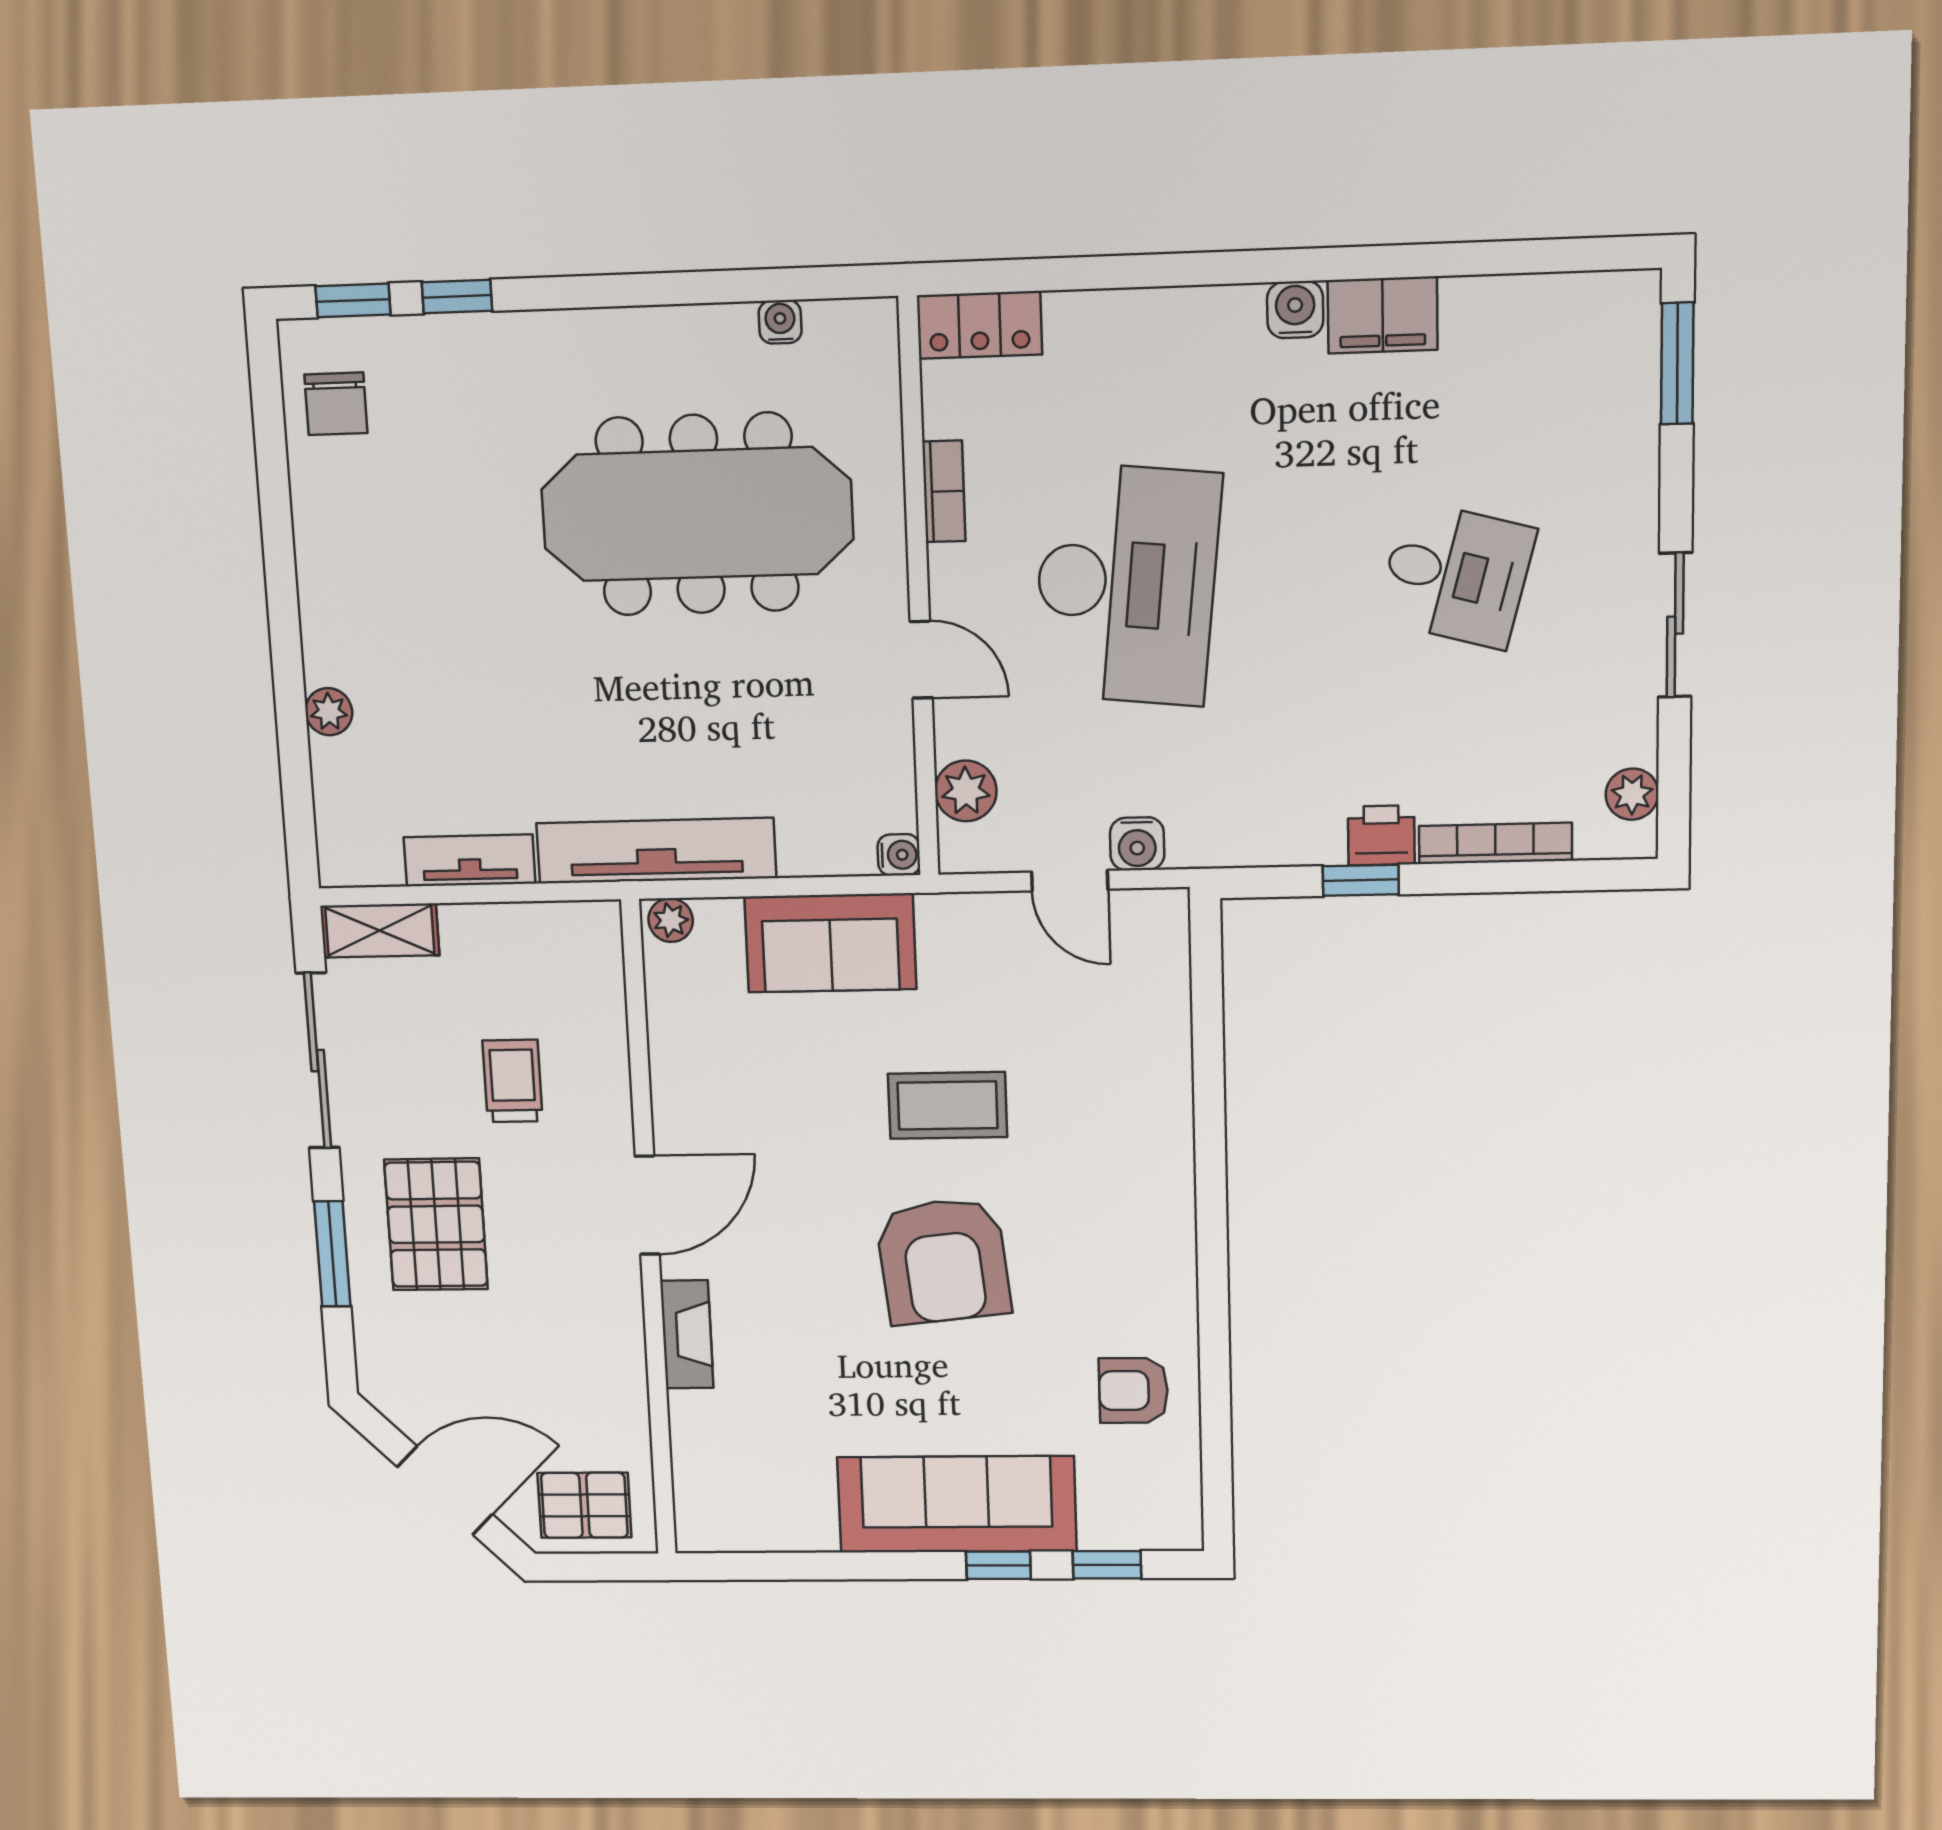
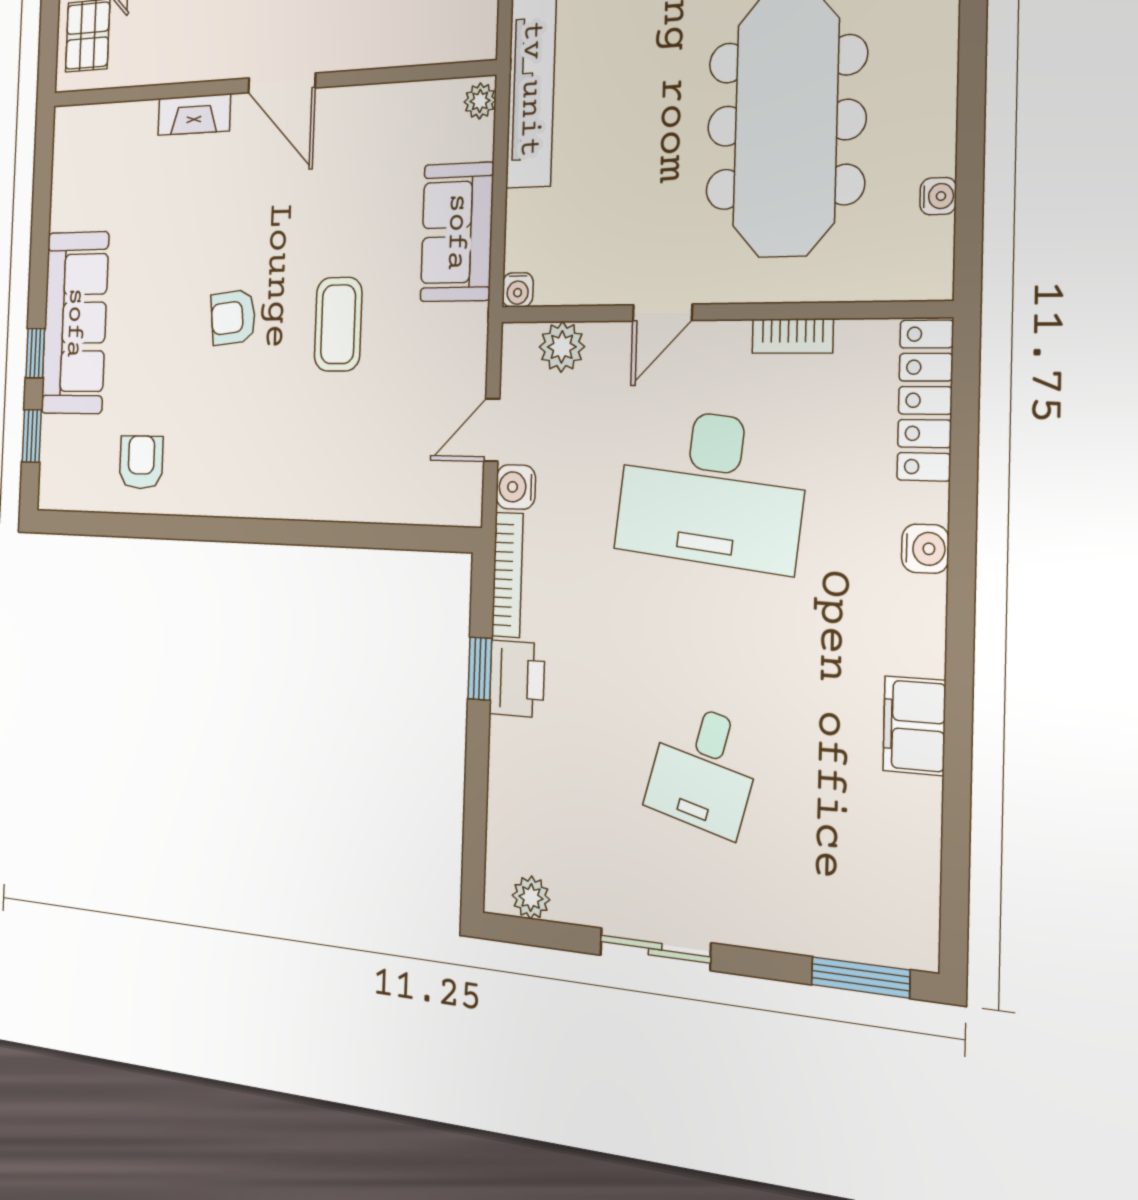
water cooler: (1295, 310) -> (925, 549), moved
locker: (979, 325) -> (925, 400), width x1.53
printer: (1381, 835) -> (517, 679), width x1.36, depth x1.24
bookcase: (1495, 843) -> (507, 575), moved
armchair: (943, 1261) -> (233, 317), width x0.53, depth x0.53

